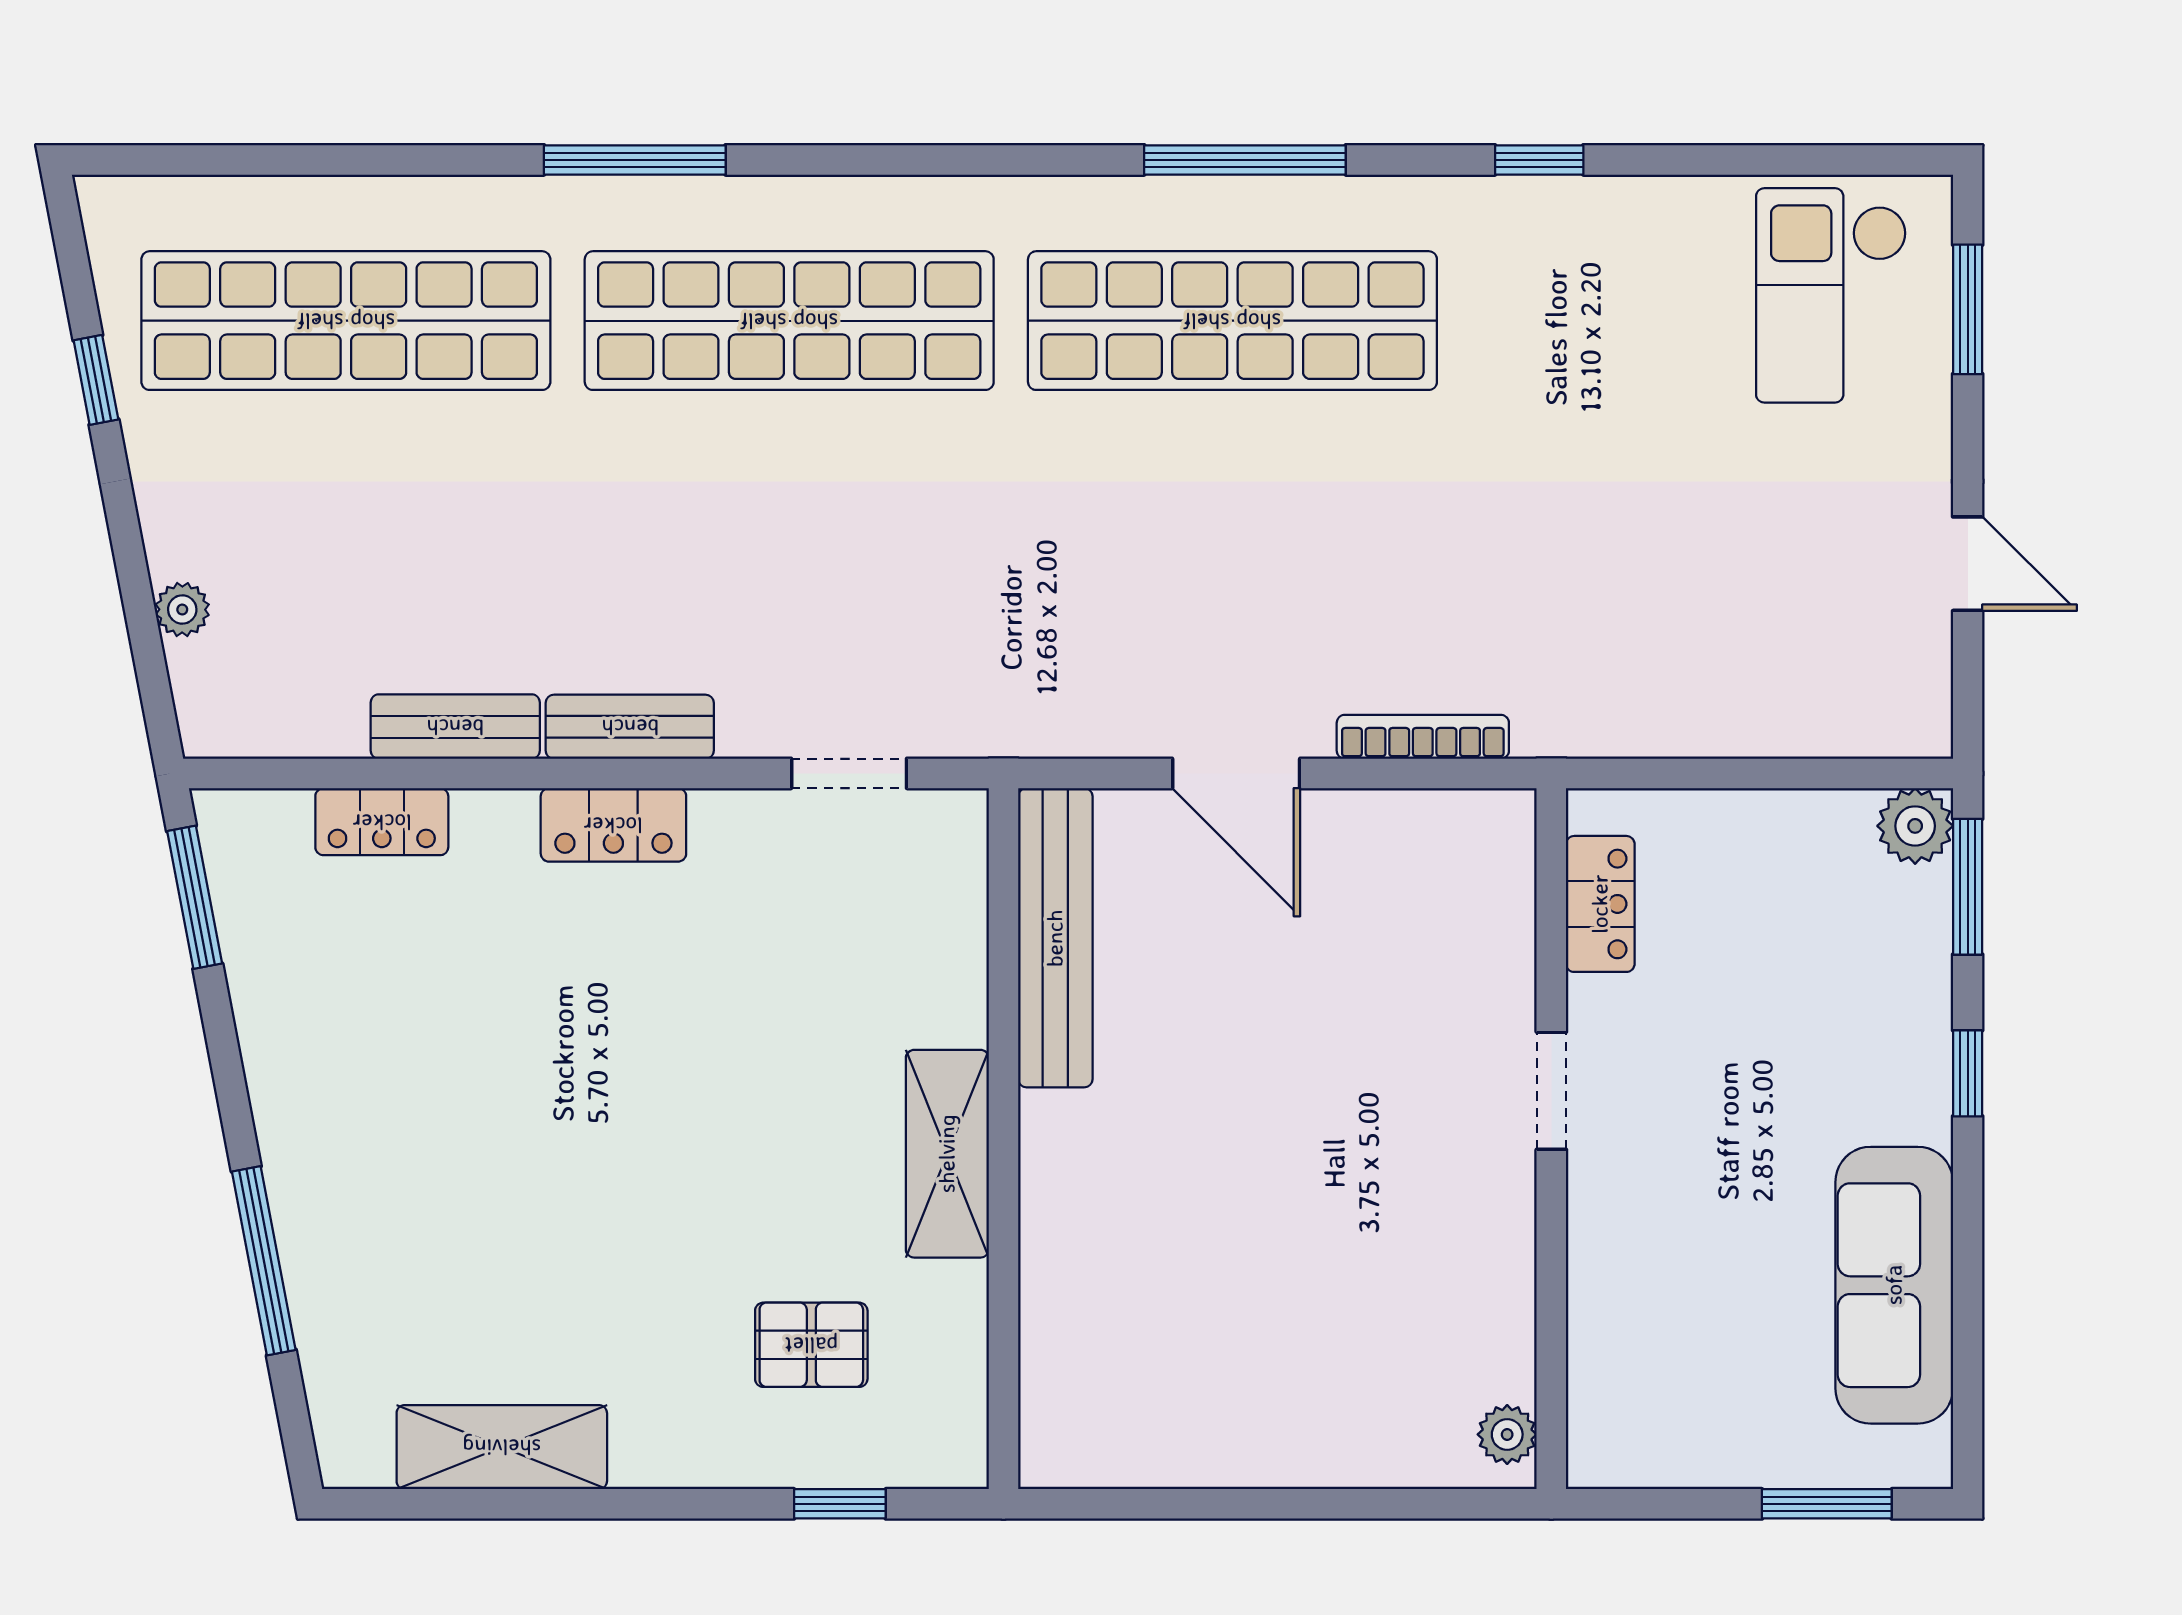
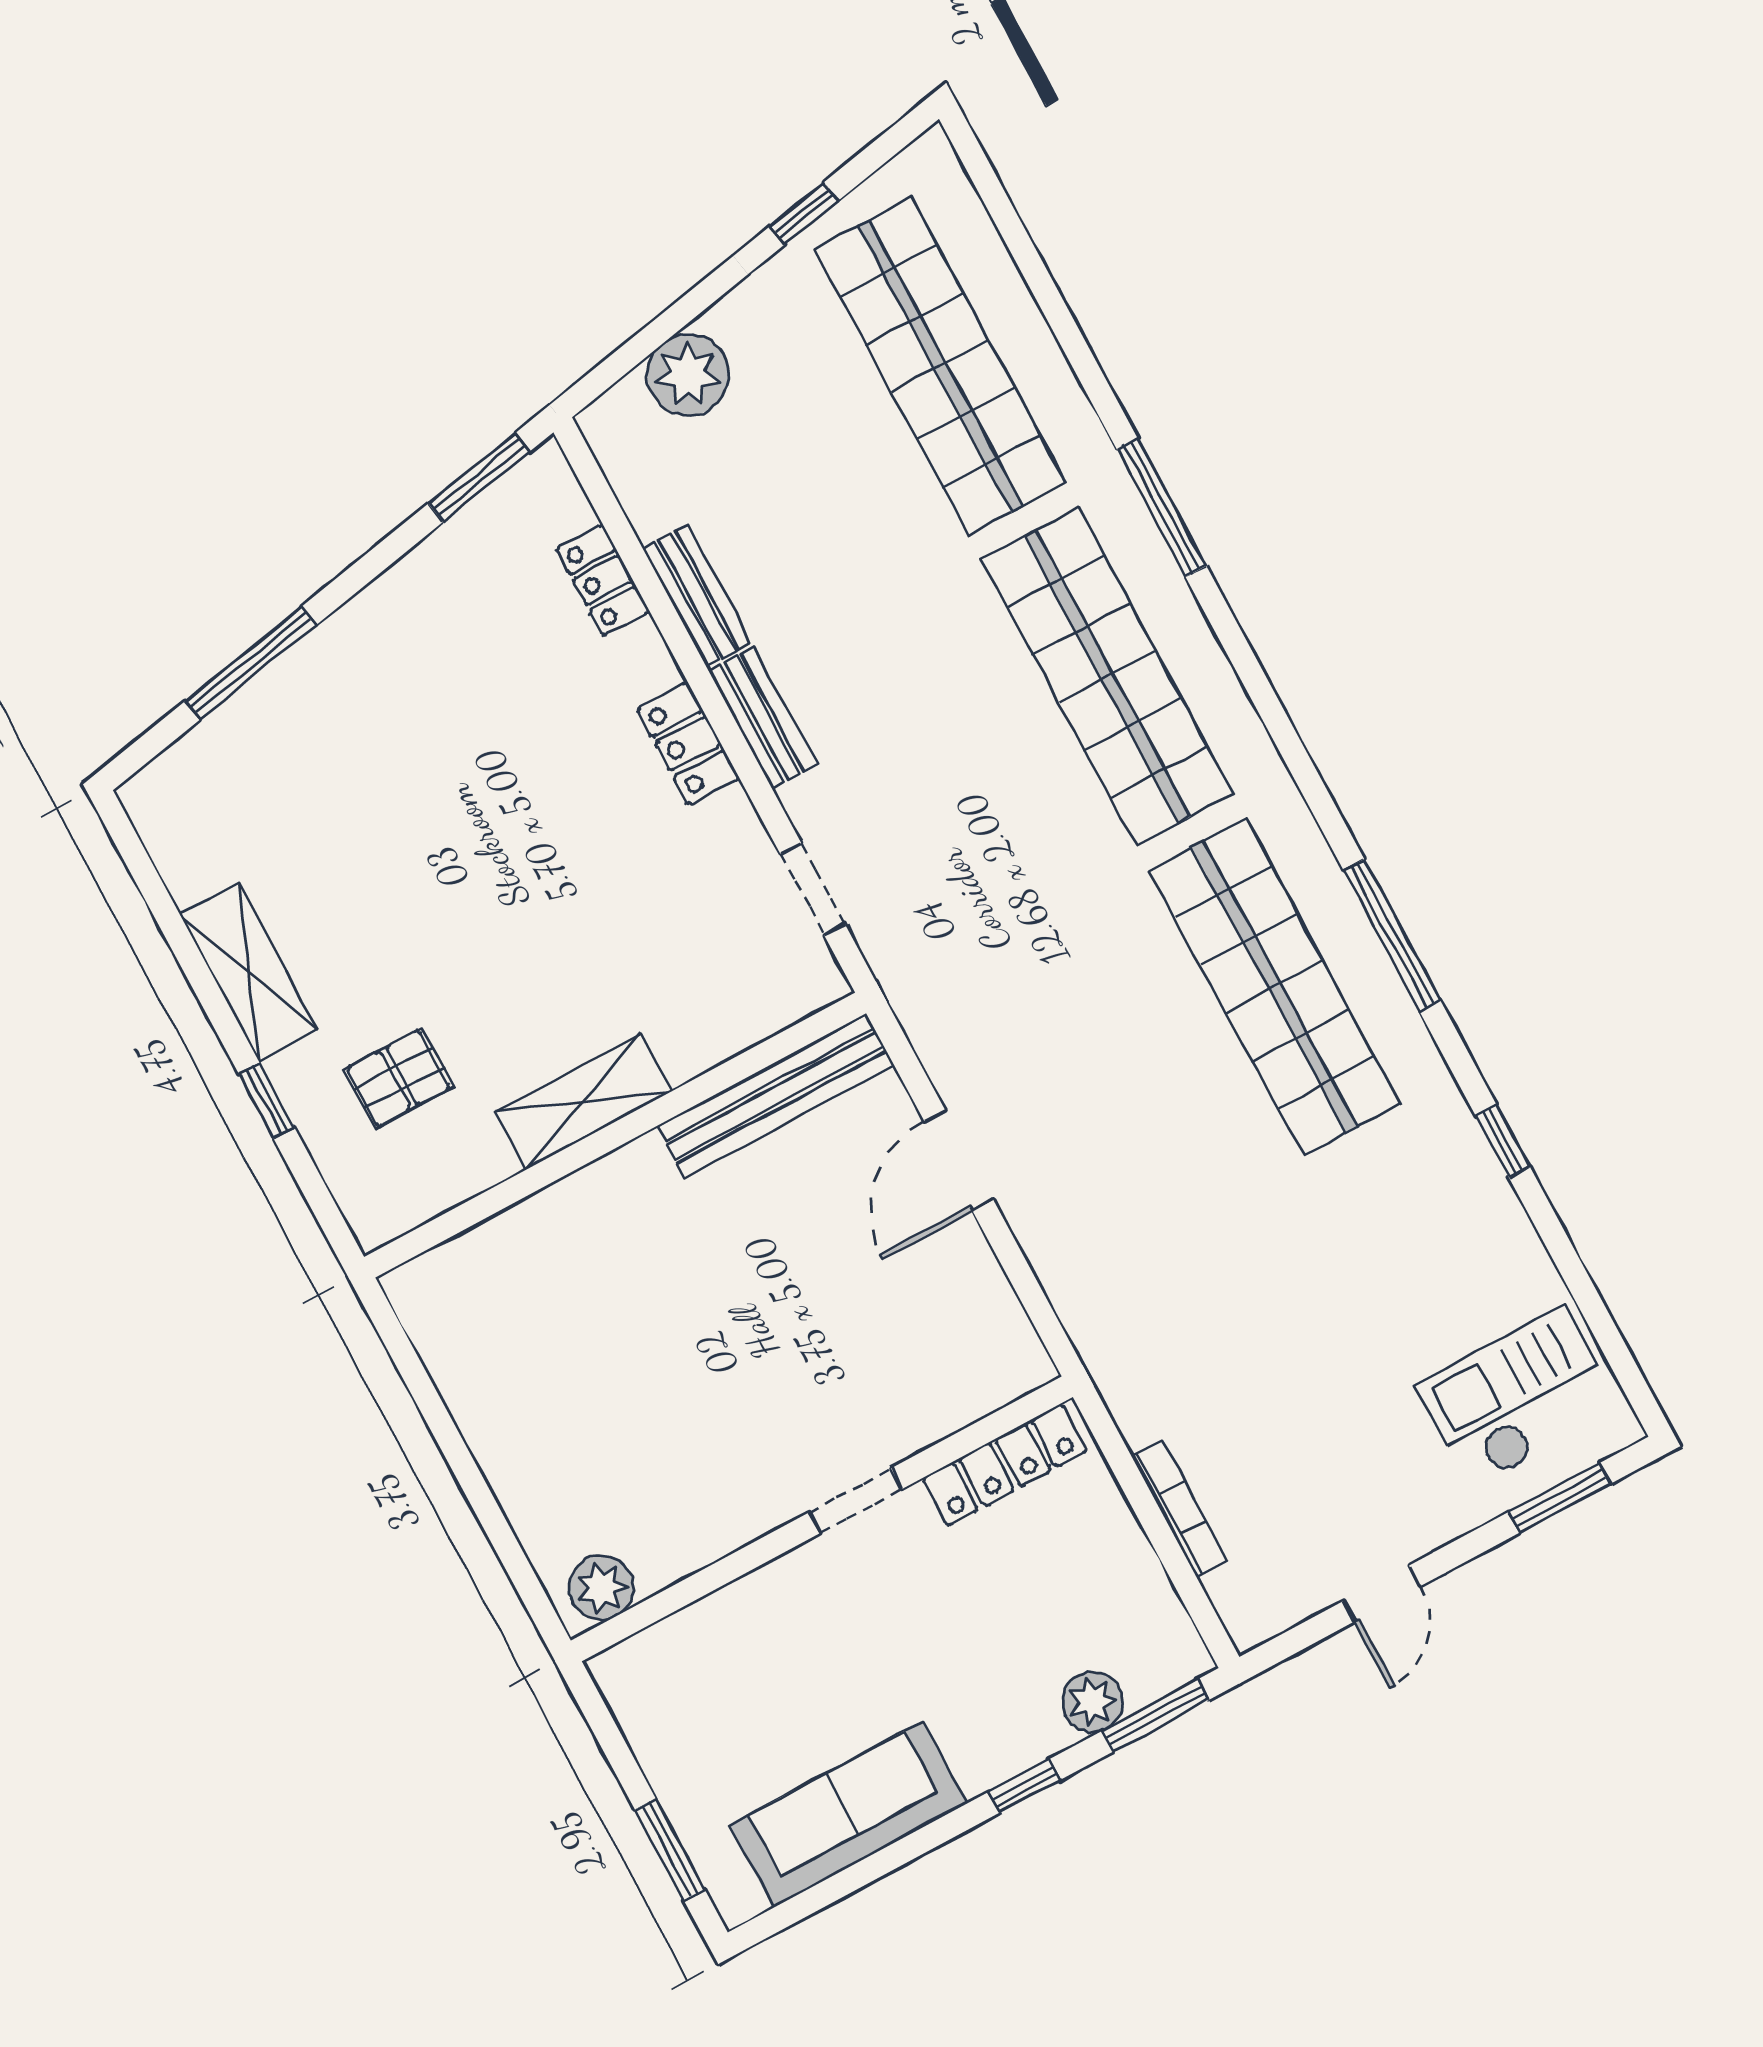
plant: (182, 610) -> (688, 375), width x1.88, depth x1.88
bookcase: (1423, 737) -> (1179, 1509), moved
plant: (1915, 826) -> (1092, 1702), moved
locker: (1600, 904) -> (1005, 1465), width x1.53
pallet: (811, 1345) -> (398, 1078), turned 90
plant: (1507, 1434) -> (601, 1588), width x1.38, depth x1.38
shelving: (502, 1447) -> (249, 973), moved
window: (840, 1504) -> (267, 1101), moved

